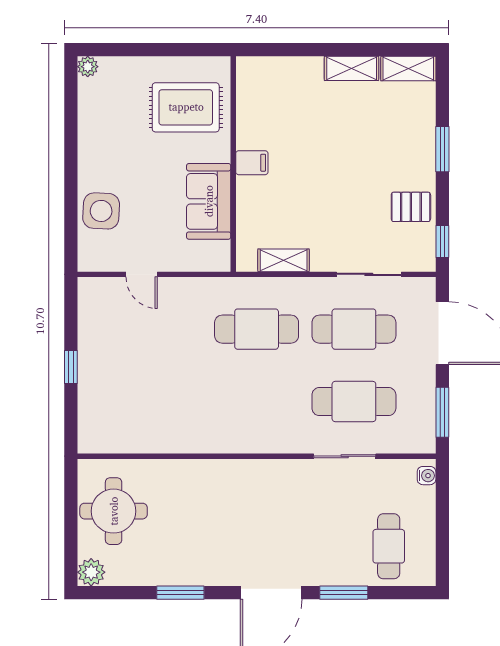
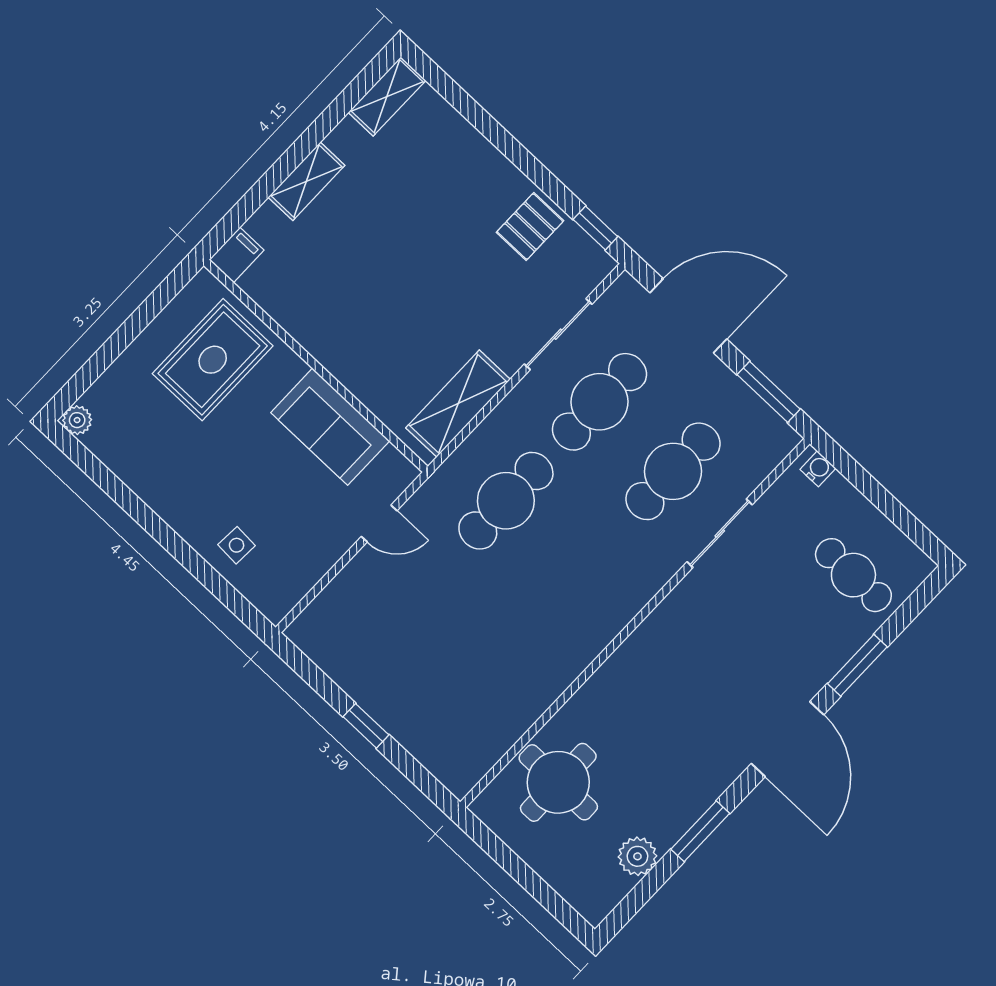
shelving: (352, 68) -> (306, 181), moved
window: (442, 149) -> (502, 139), removed
filing cabinet: (252, 163) -> (237, 255), moved
side table: (101, 211) -> (237, 545), width x0.54, depth x0.54
shelving: (284, 260) -> (458, 404), width x1.50, depth x1.33
door: (142, 274) -> (379, 524), moved
round table: (114, 511) -> (558, 782), moved
plant: (91, 572) -> (637, 856), moved

